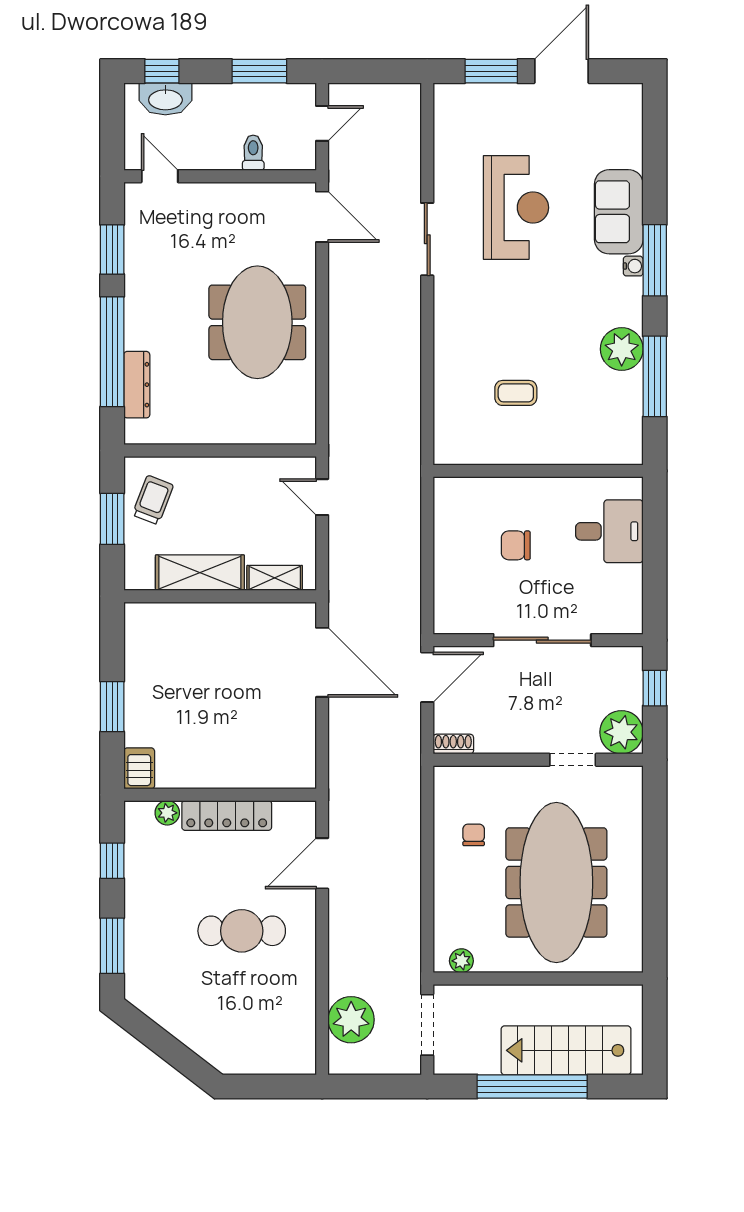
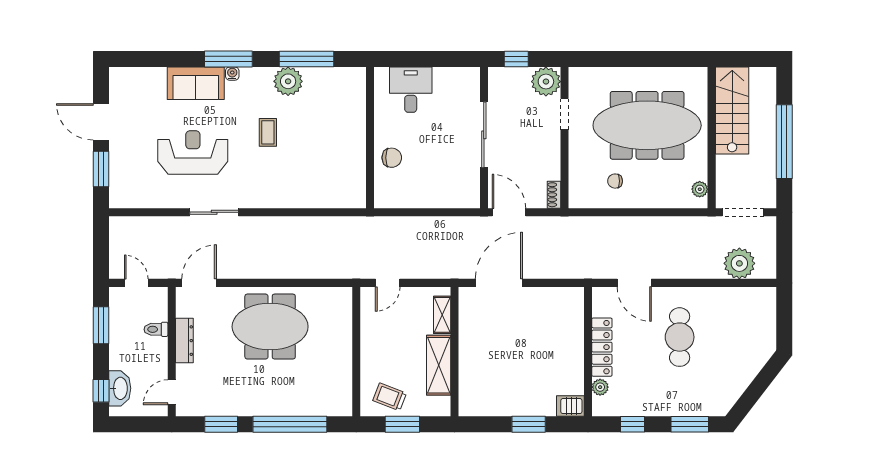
dresser: (137, 385) -> (184, 341), moved, turned 90
coffee table: (516, 393) -> (268, 132), moved
chair: (516, 545) -> (392, 158), moved, turned -90
stairs: (566, 1050) -> (732, 111), moved, turned 180

